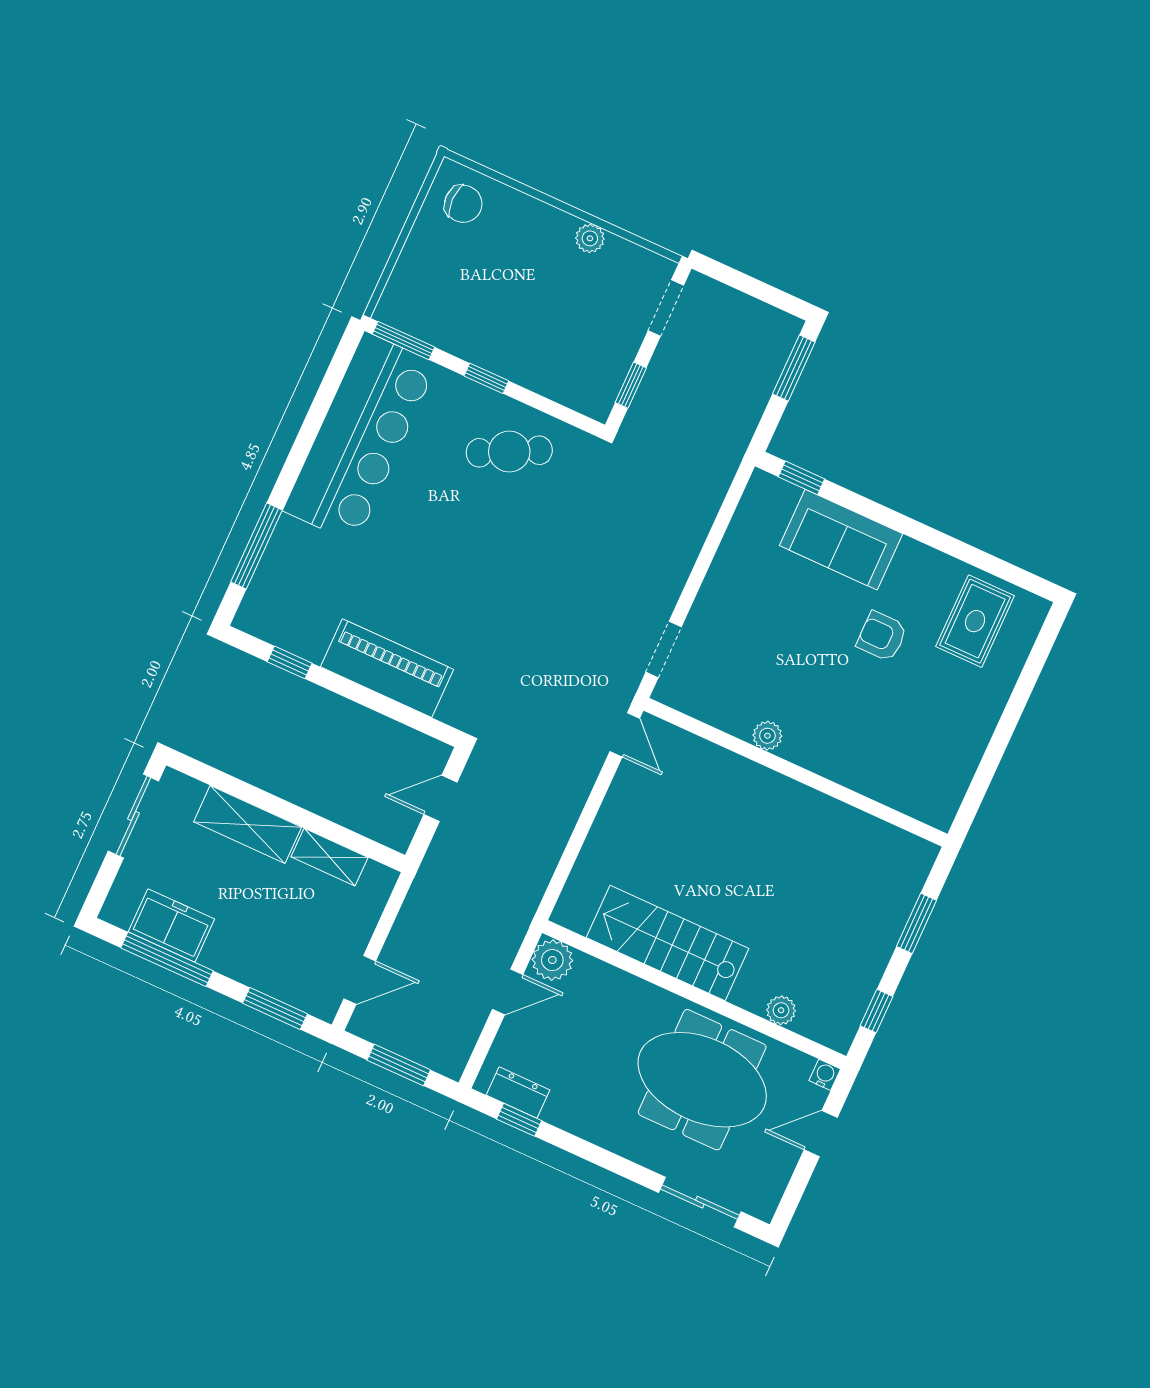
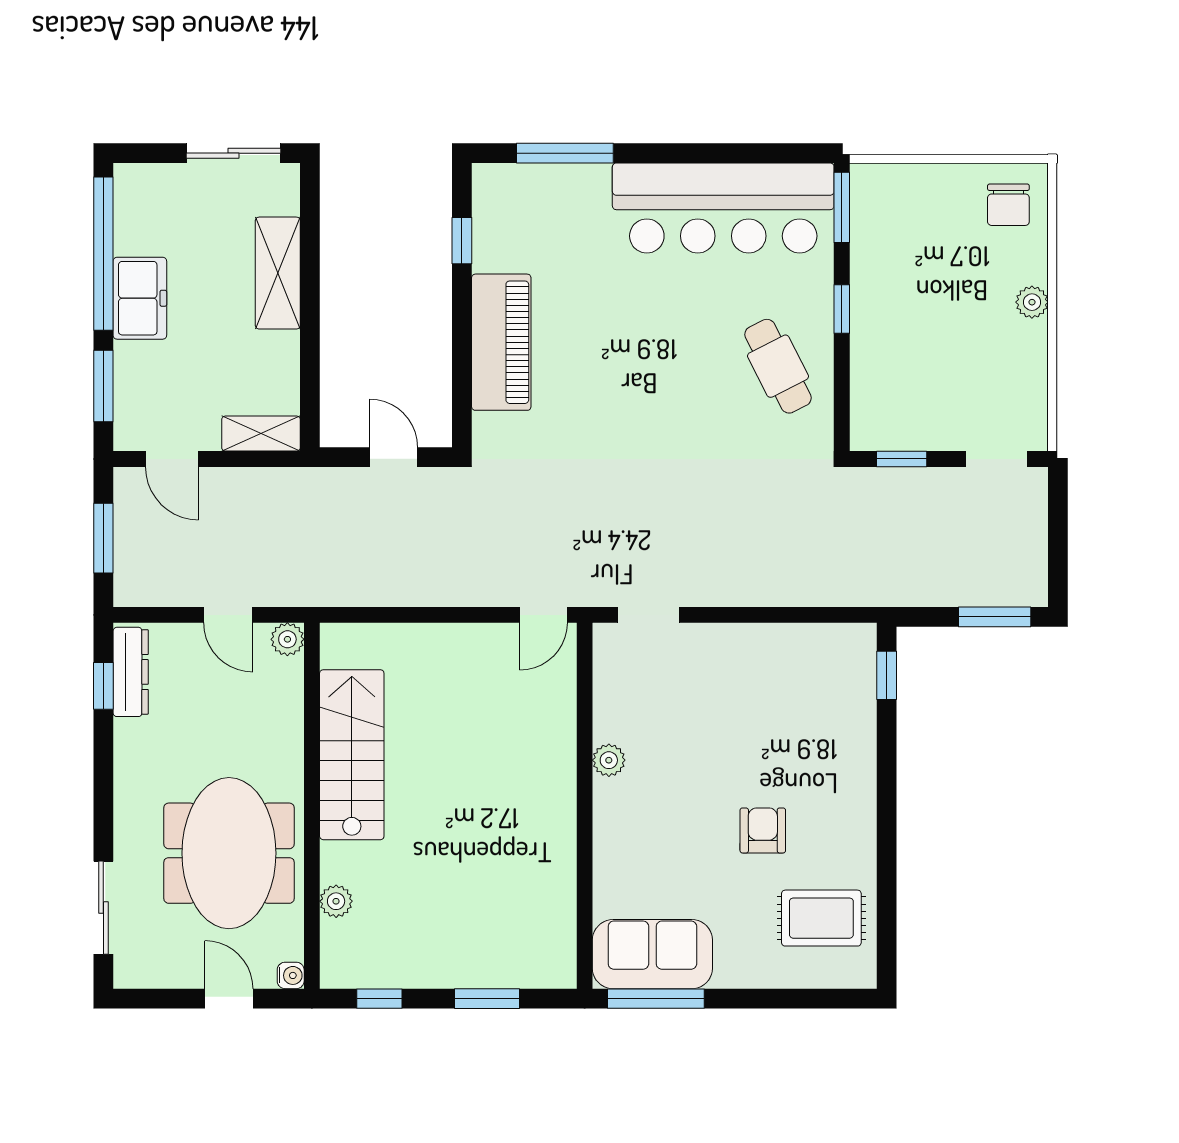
plant: (590, 238) -> (1032, 302), moved
sofa: (841, 540) -> (652, 954), moved, turned 90
window: (979, 786) -> (656, 999), added
shelving: (330, 857) -> (261, 434), moved, turned 90
freezer: (171, 925) -> (140, 298), moved
window: (167, 959) -> (103, 254), width x1.46
plant: (552, 960) -> (287, 639), width x0.73, depth x0.73
dresser: (518, 1092) -> (131, 672), width x1.44

